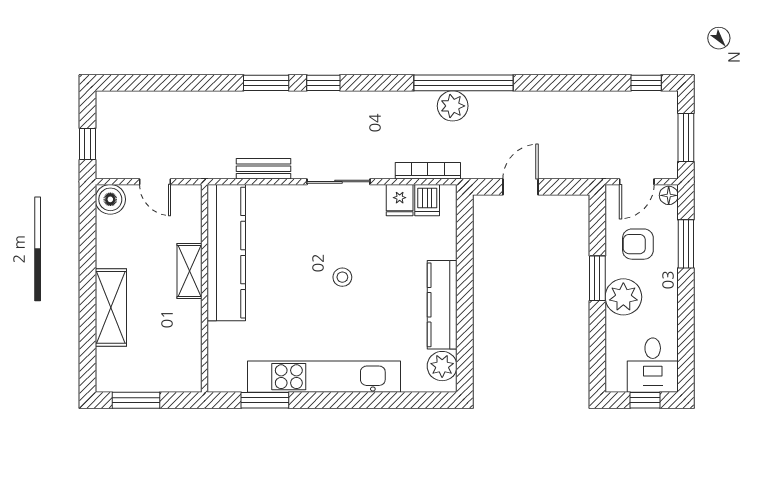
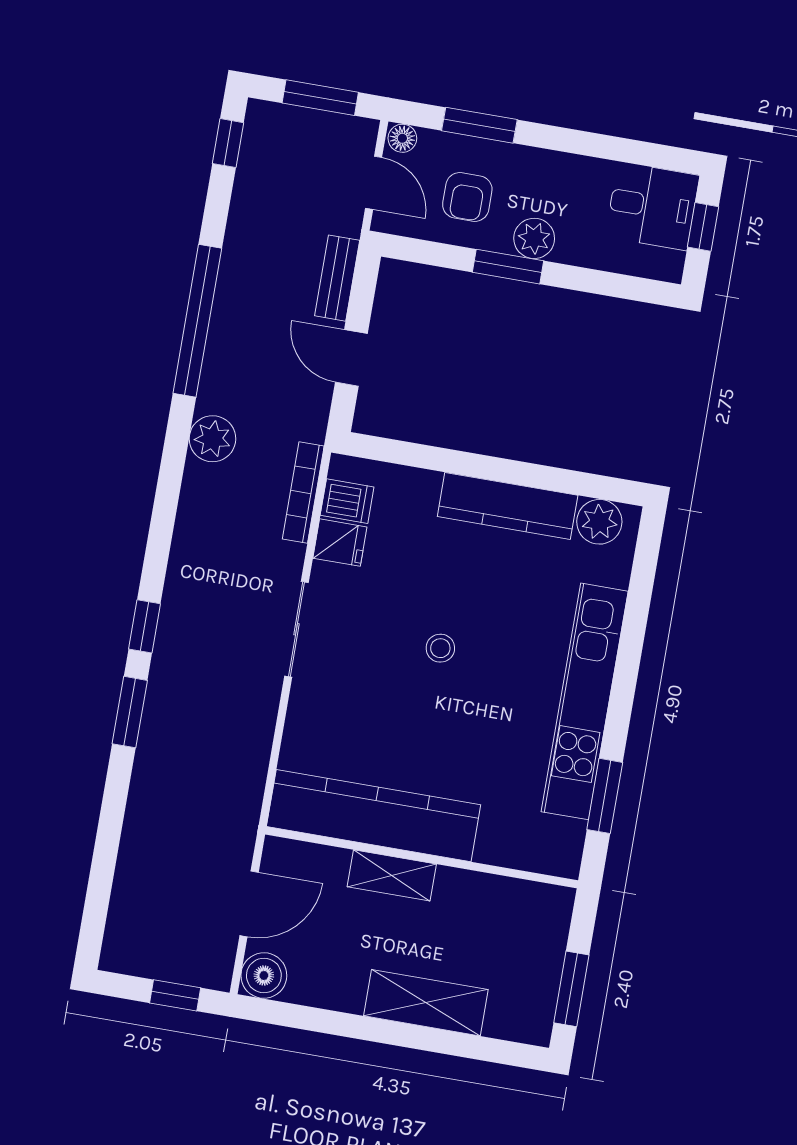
window: (464, 83) -> (197, 321), moved
bench: (263, 169) -> (337, 278), moved
door: (155, 182) -> (249, 904), width x1.38
plant: (623, 297) -> (534, 238), width x0.73, depth x0.73

